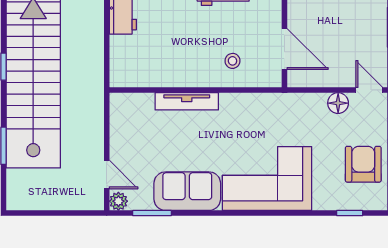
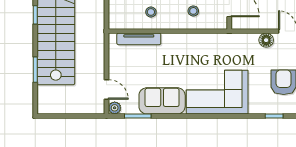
stool: (171, 62) -> (151, 12), added
tv unit: (187, 101) -> (139, 39), moved

